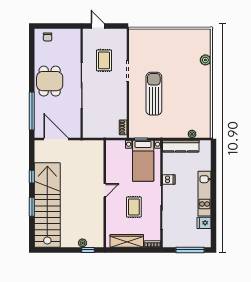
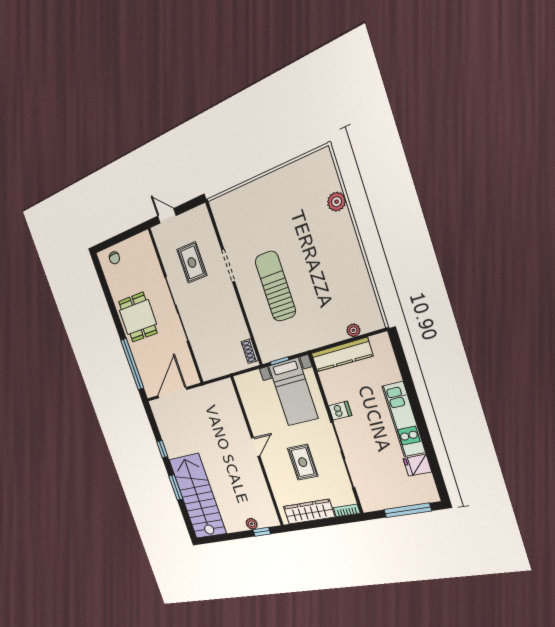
door: (56, 139) -> (172, 393), hinge flipped
stairs: (47, 205) -> (198, 496), width x0.73

